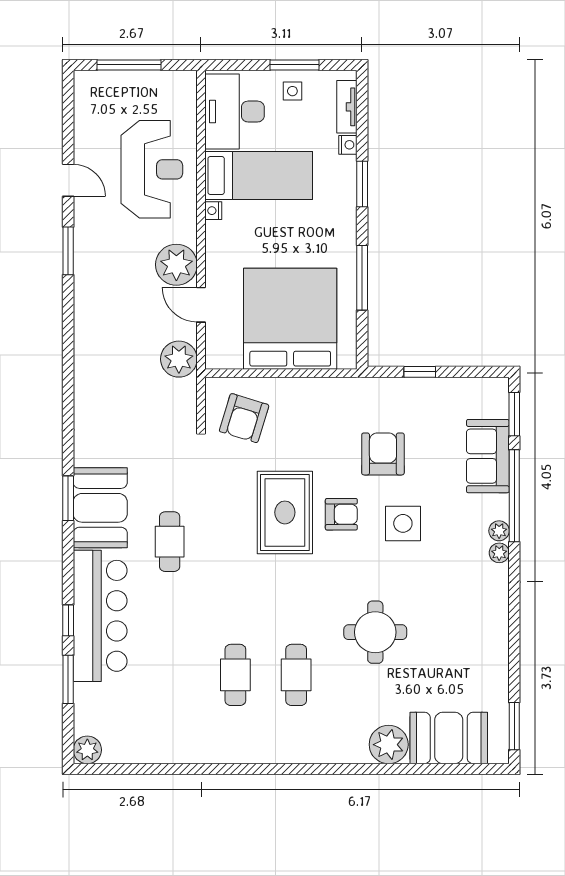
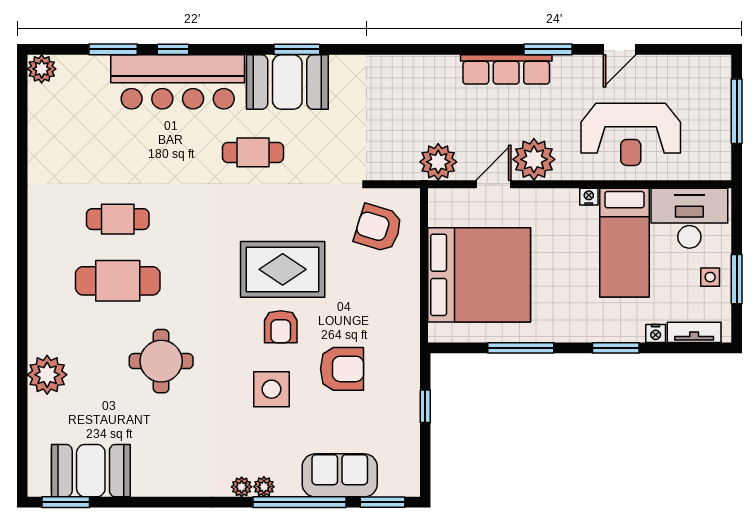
row of seats: (88, 292) -> (506, 69), added
cafe table: (296, 675) -> (118, 281), width x1.37, depth x1.35
booth: (449, 738) -> (91, 471), moved, turned 90

